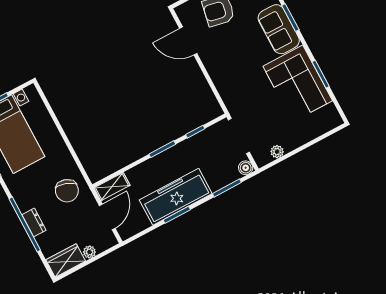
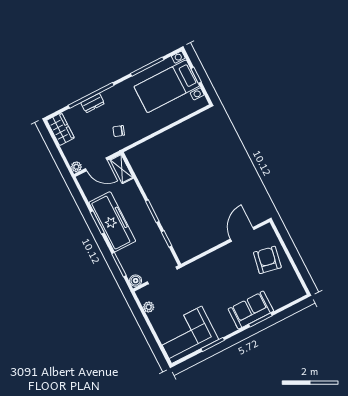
corner sofa: (298, 83) -> (187, 335), moved
chair: (67, 191) -> (119, 131), width x0.54, depth x0.54
plant: (89, 252) -> (76, 167), moved

